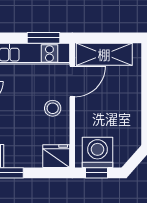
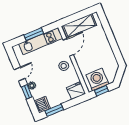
window: (43, 38) -> (34, 34), moved

